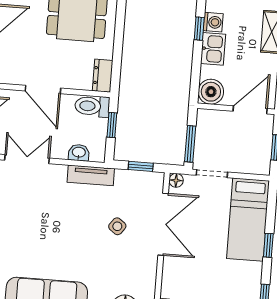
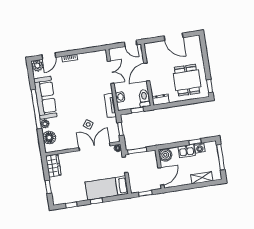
door: (250, 110) -> (161, 176), hinge flipped
double door: (163, 224) -> (95, 147), swing flipped

